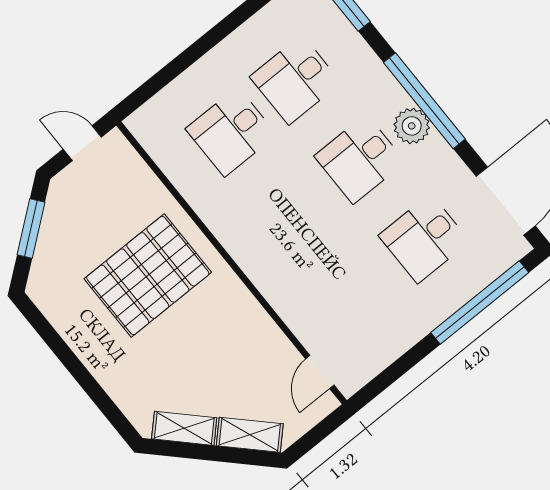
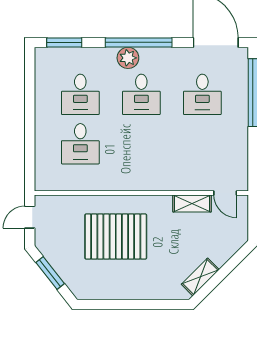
plant: (412, 126) -> (128, 58), moved
pallet: (148, 276) -> (116, 237), turned 90
shelving: (250, 435) -> (192, 203), moved, turned 45

